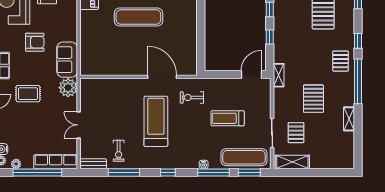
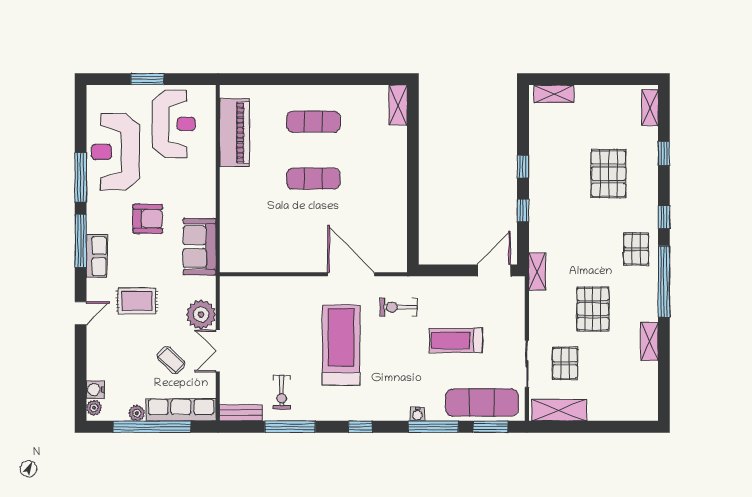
exercise mat: (138, 17) -> (313, 179), width x0.73, depth x0.69
plant: (68, 88) -> (201, 314), moved
coffee table: (49, 131) -> (171, 360), added
plant: (16, 164) -> (137, 413), moved

